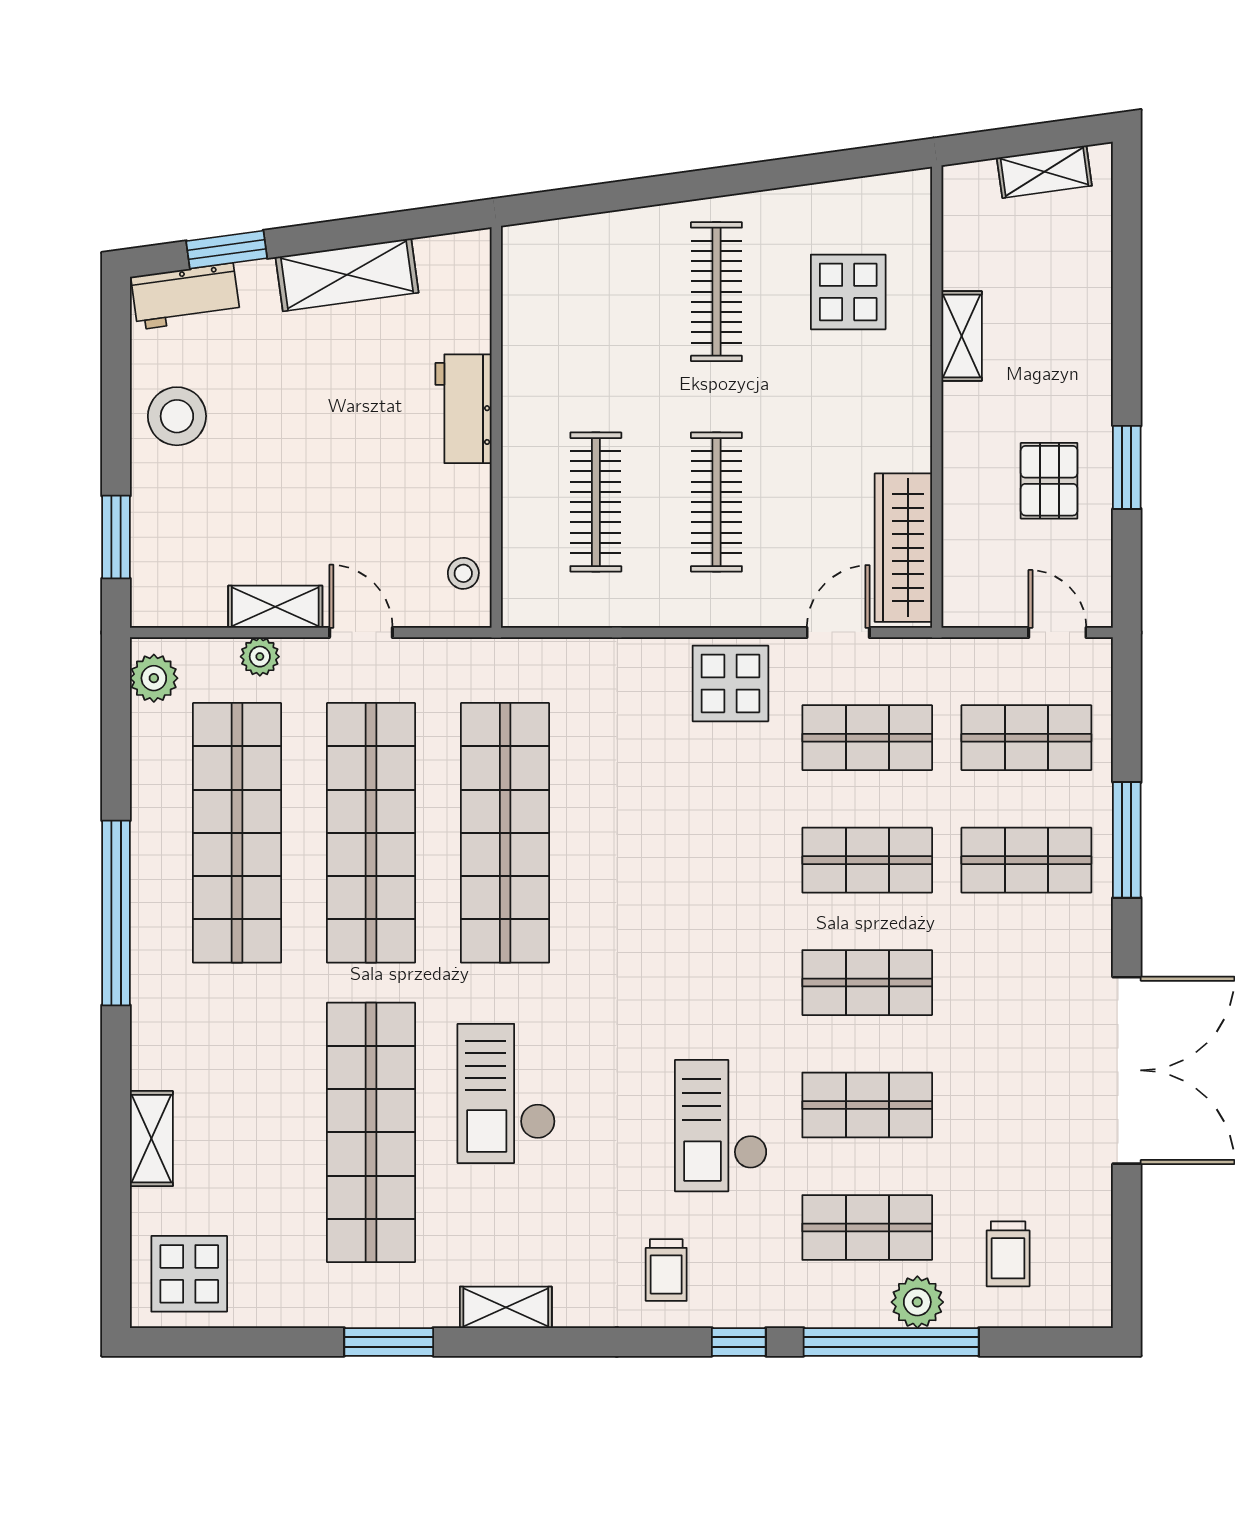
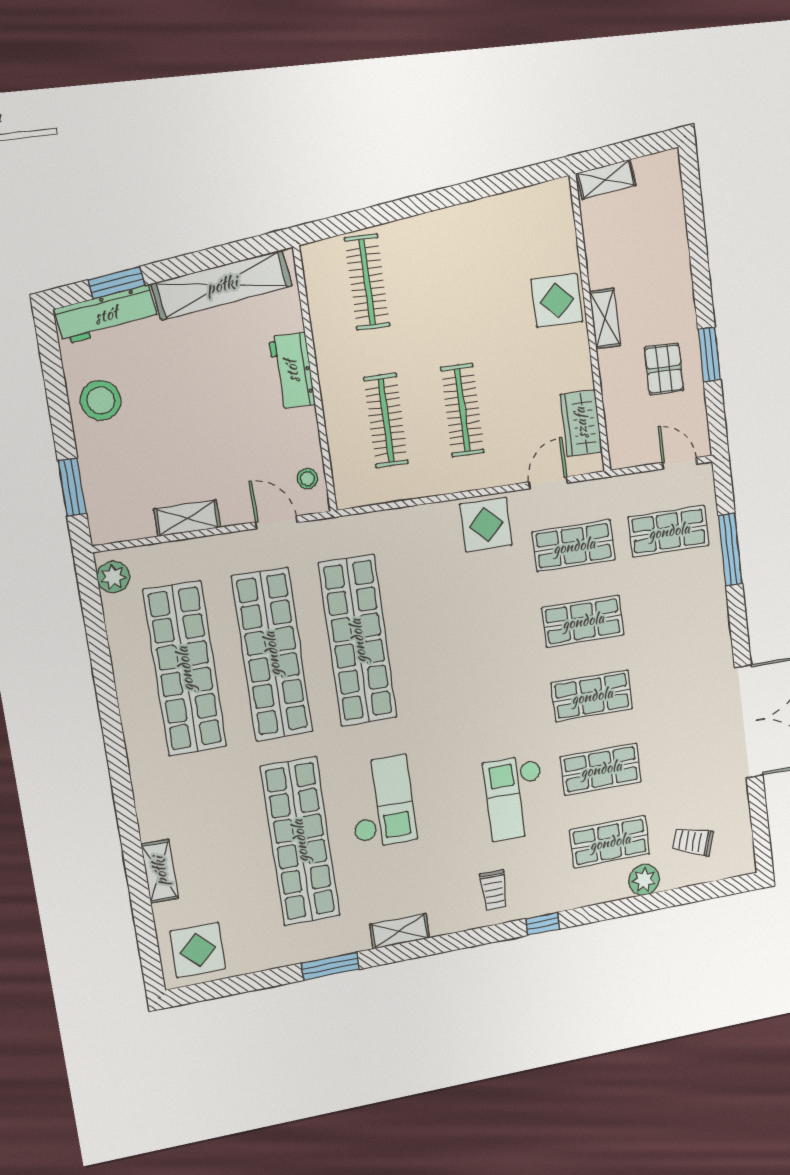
shelving: (1044, 172) -> (606, 179), moved
shelving: (347, 275) -> (222, 285), width x1.47
clothes rail: (716, 292) -> (367, 282), moved
display table: (848, 292) -> (557, 301), moved
workbench: (185, 296) -> (106, 315), width x1.38
shelving: (962, 336) -> (605, 318), moved
wardrobe: (903, 548) -> (581, 423), width x0.67
door: (361, 632) -> (276, 522), moved
plant: (260, 657) -> (182, 552), removed
window: (1127, 840) -> (730, 550), moved
shop shelf: (1026, 860) -> (677, 606), removed
window: (116, 913) -> (113, 733), removed
checkout: (506, 1093) -> (382, 802), turned 180
trolley: (1008, 1254) -> (693, 842), turned 108
window: (891, 1342) -> (632, 906), removed

